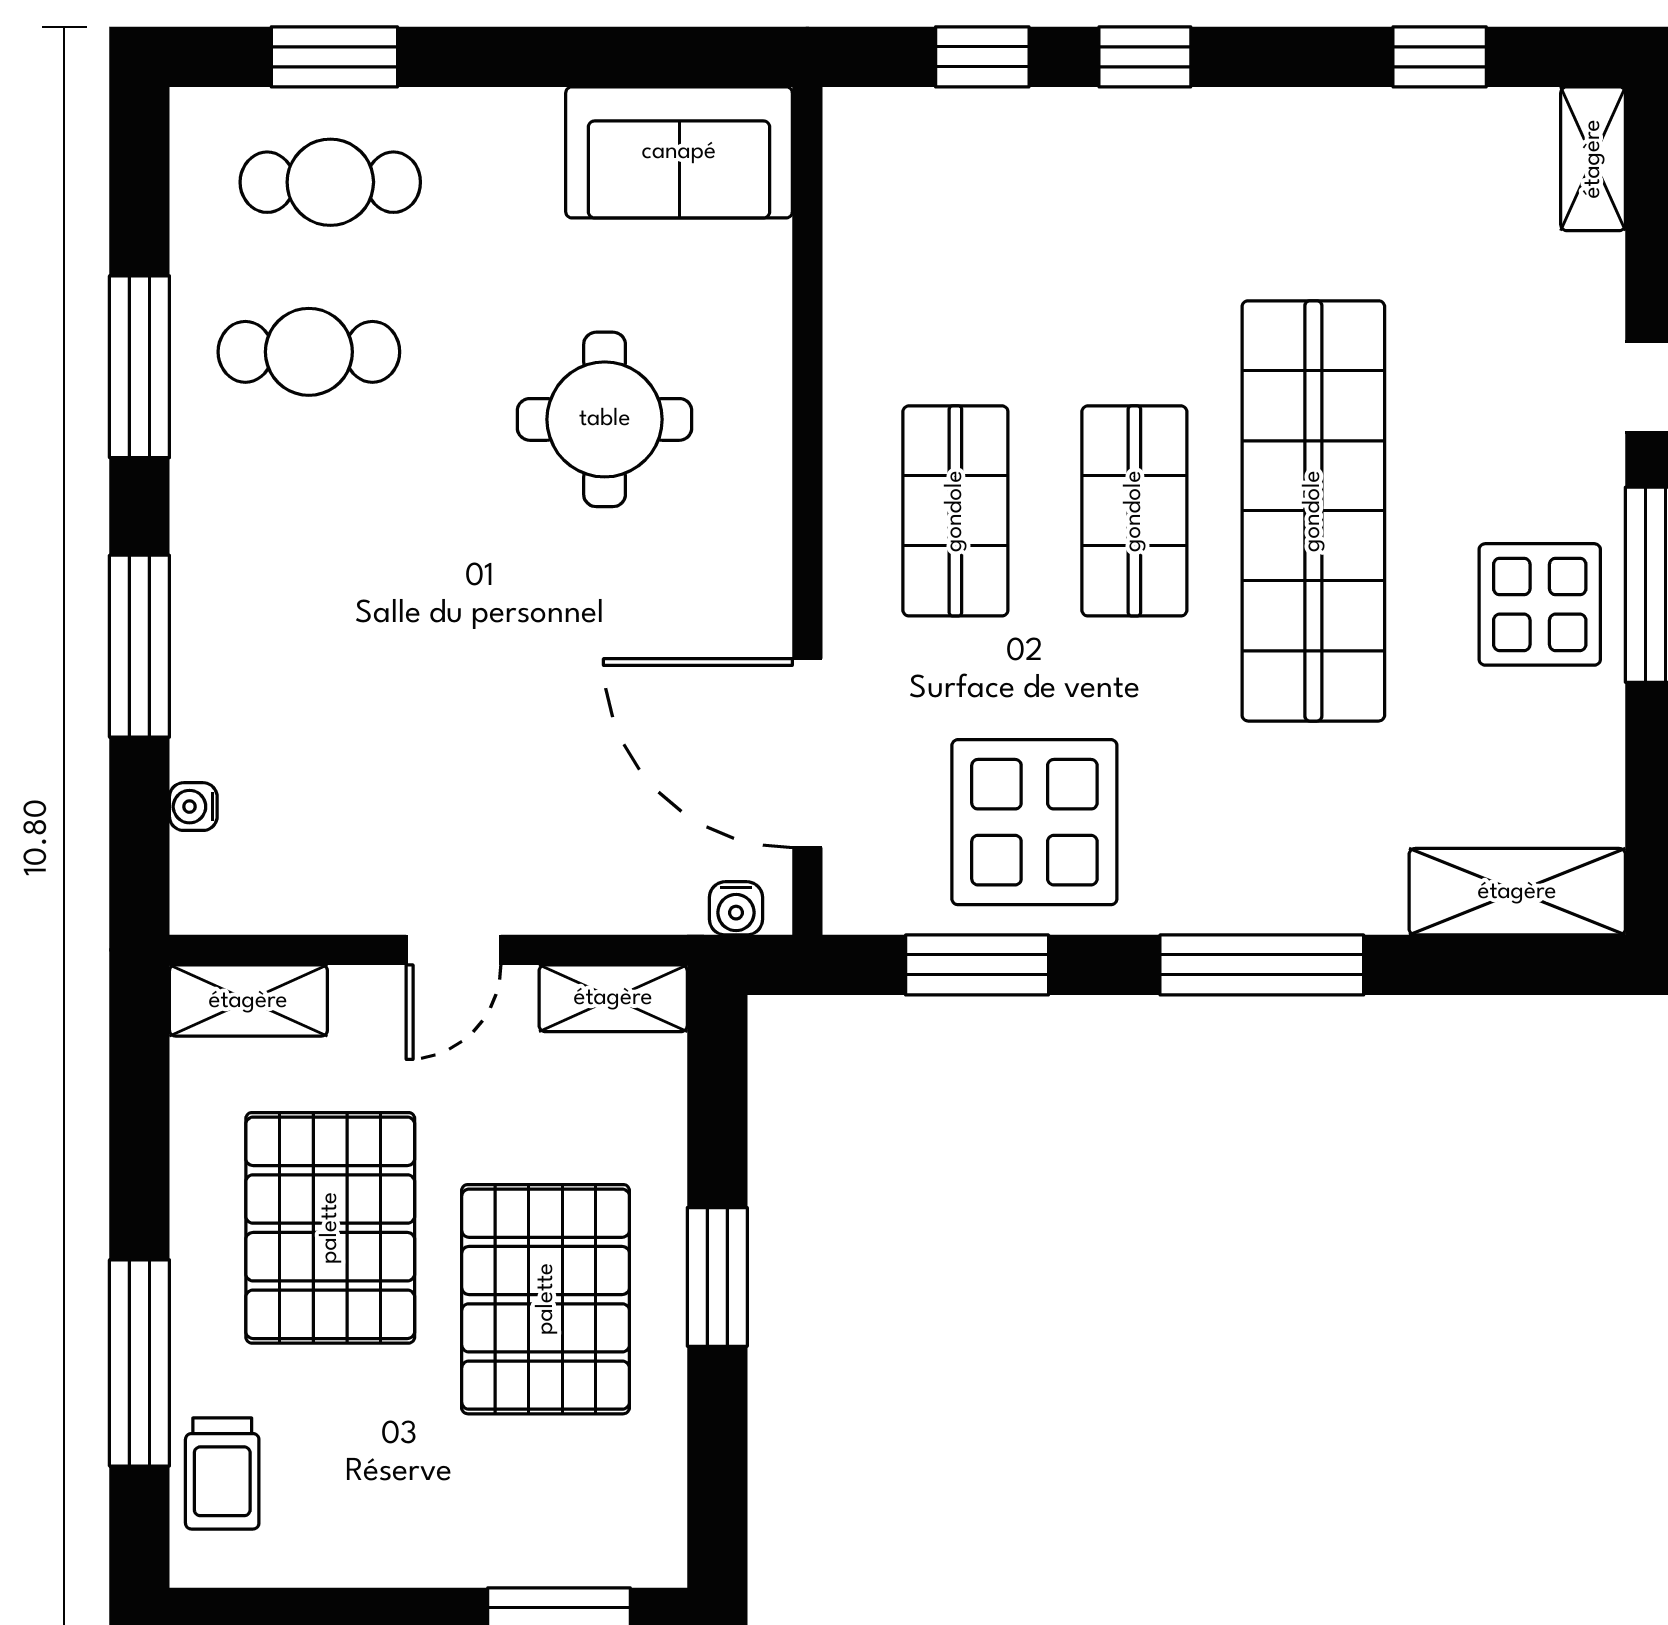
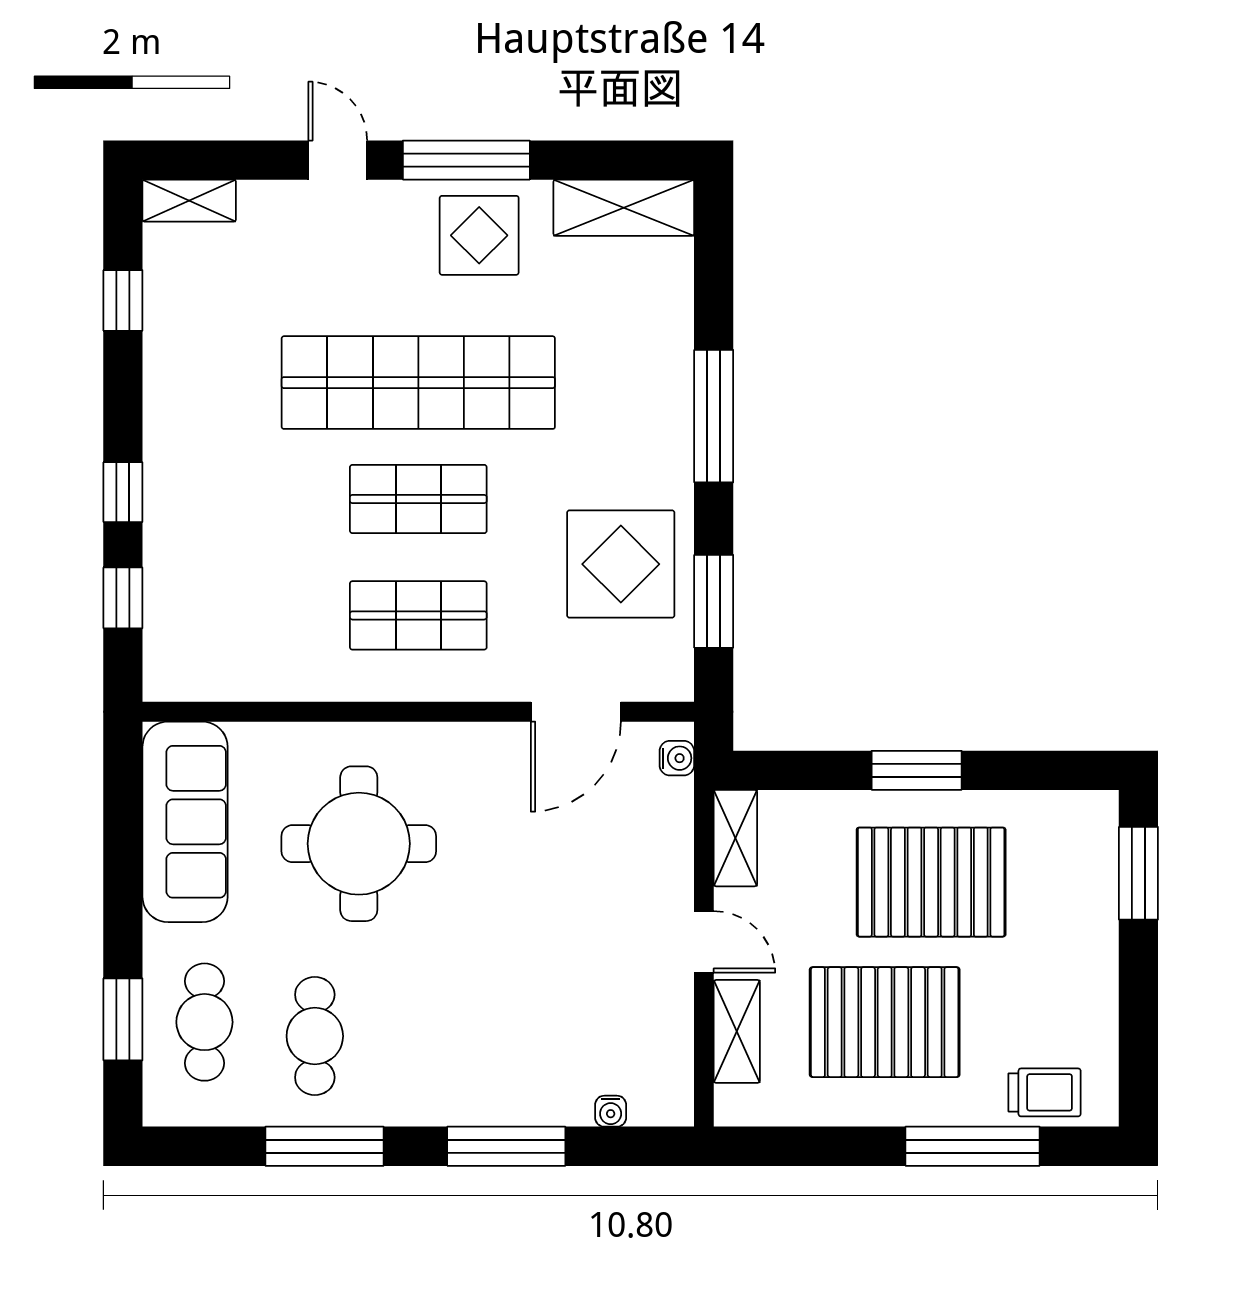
sofa: (679, 152) -> (185, 822), width x1.36
round table: (605, 419) -> (359, 844), width x1.36, depth x1.36
door: (807, 753) -> (576, 712), width x0.73
shelving: (1517, 892) -> (624, 208), moved, turned 90
shelving: (248, 1001) -> (737, 1031), moved

